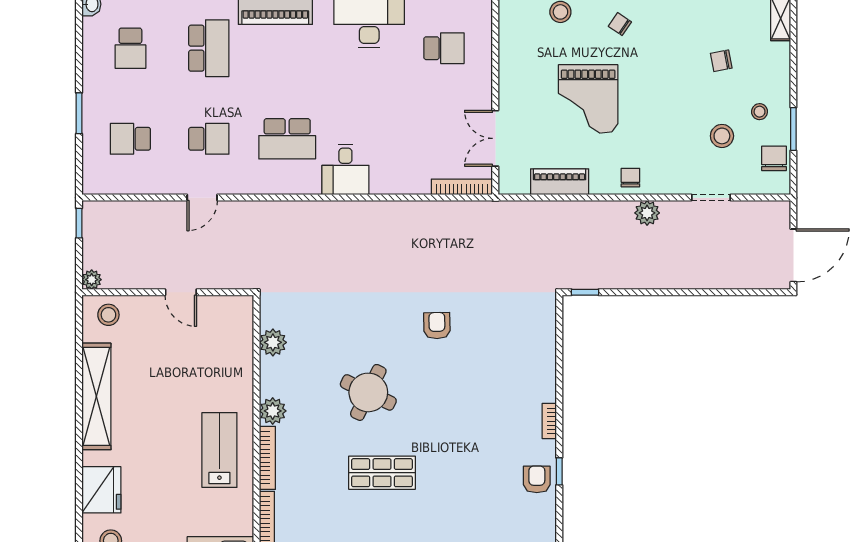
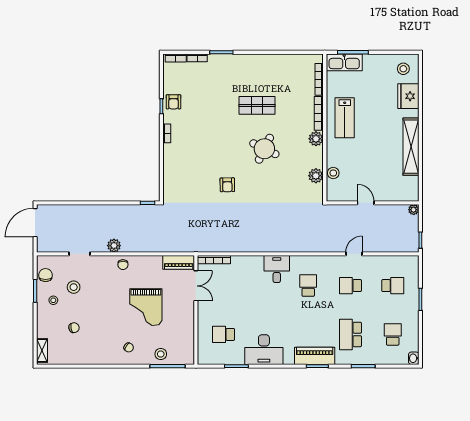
grand piano: (588, 99) -> (146, 307), turned 180
school desk: (287, 139) -> (308, 286), width x0.54
chair: (774, 158) -> (46, 275), turned 180
piano: (560, 182) -> (179, 262), moved
stool: (108, 315) -> (333, 173), moved

